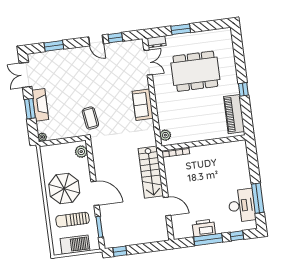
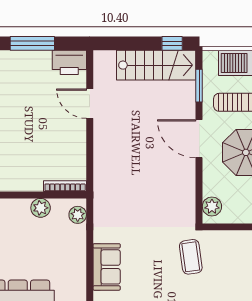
plant: (189, 136) -> (41, 208), added
stairs: (151, 172) -> (156, 65), moved, turned 90
printer: (204, 228) -> (69, 62), moved

